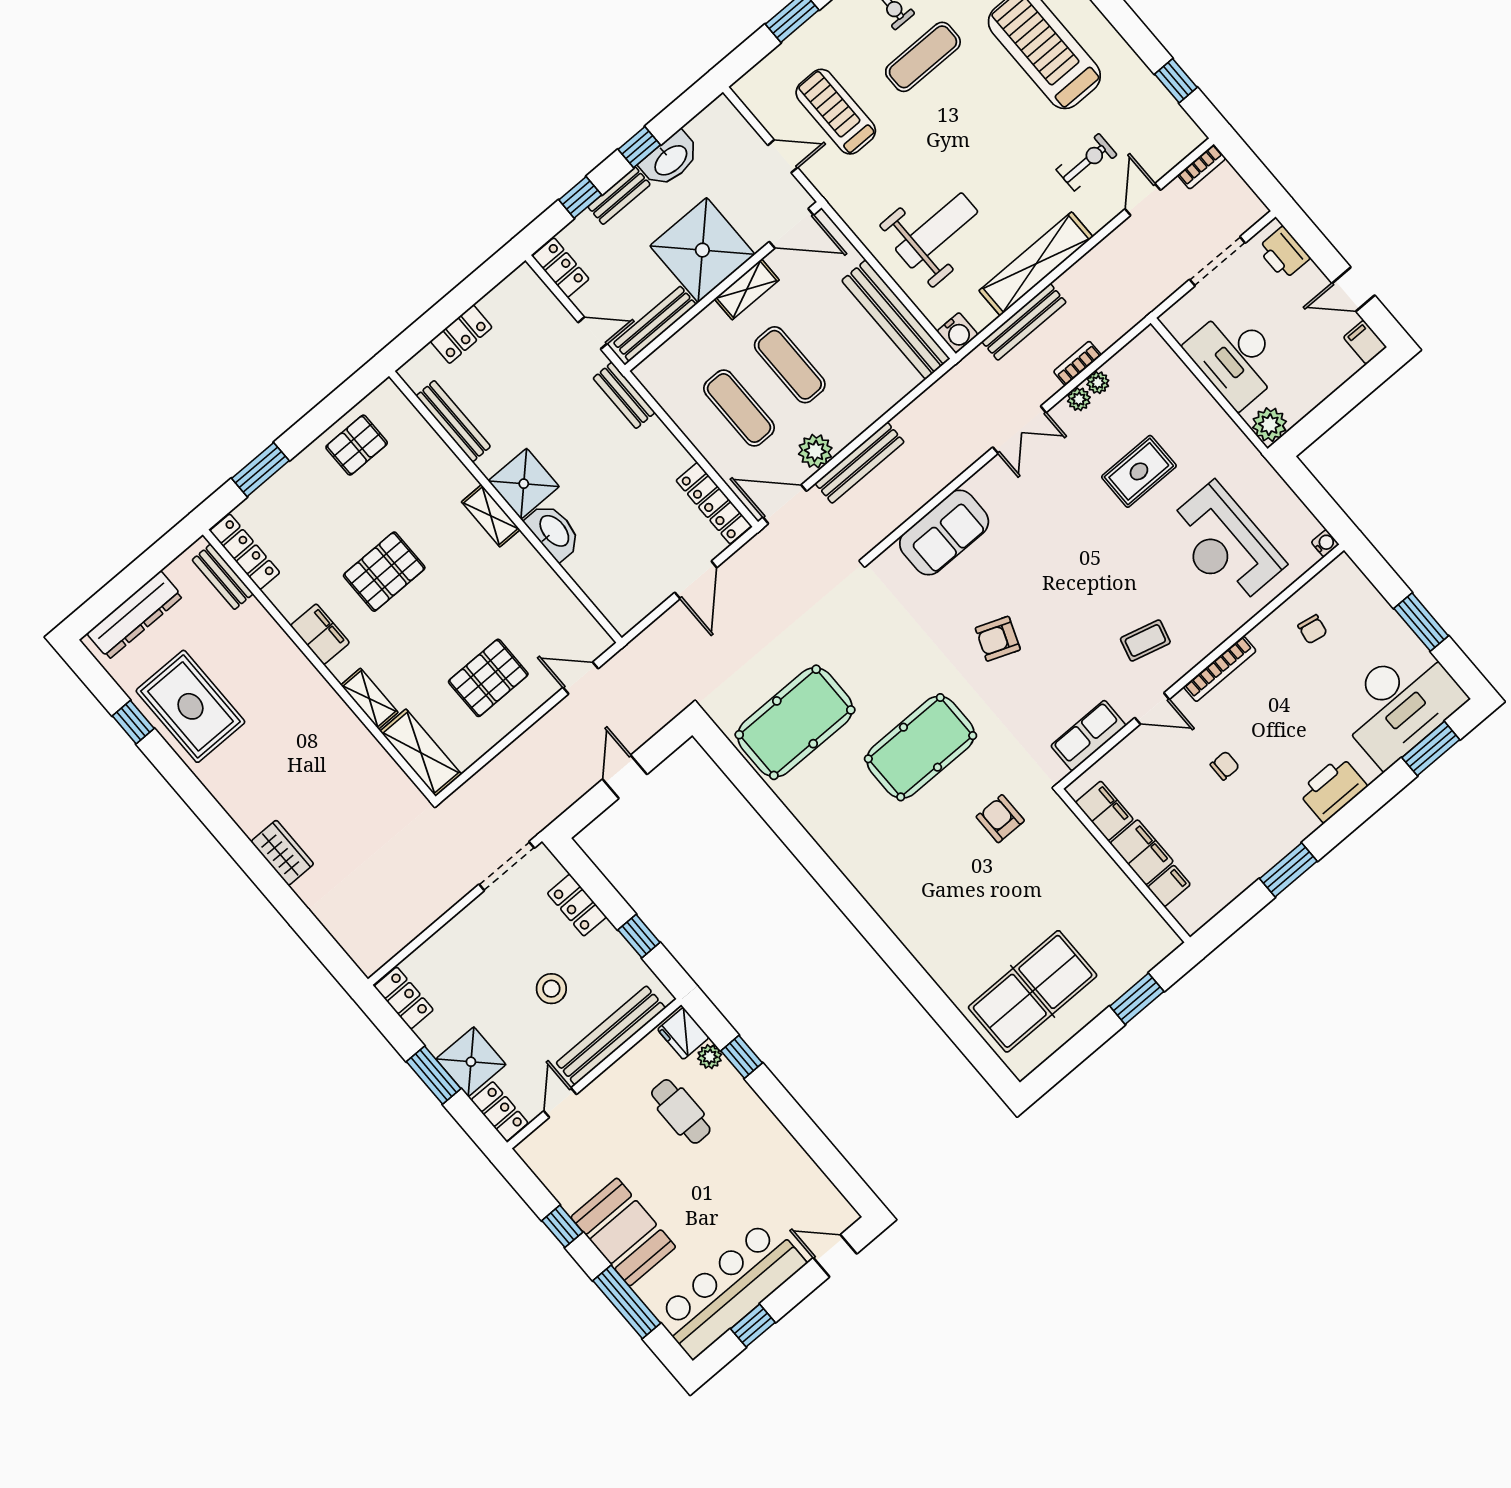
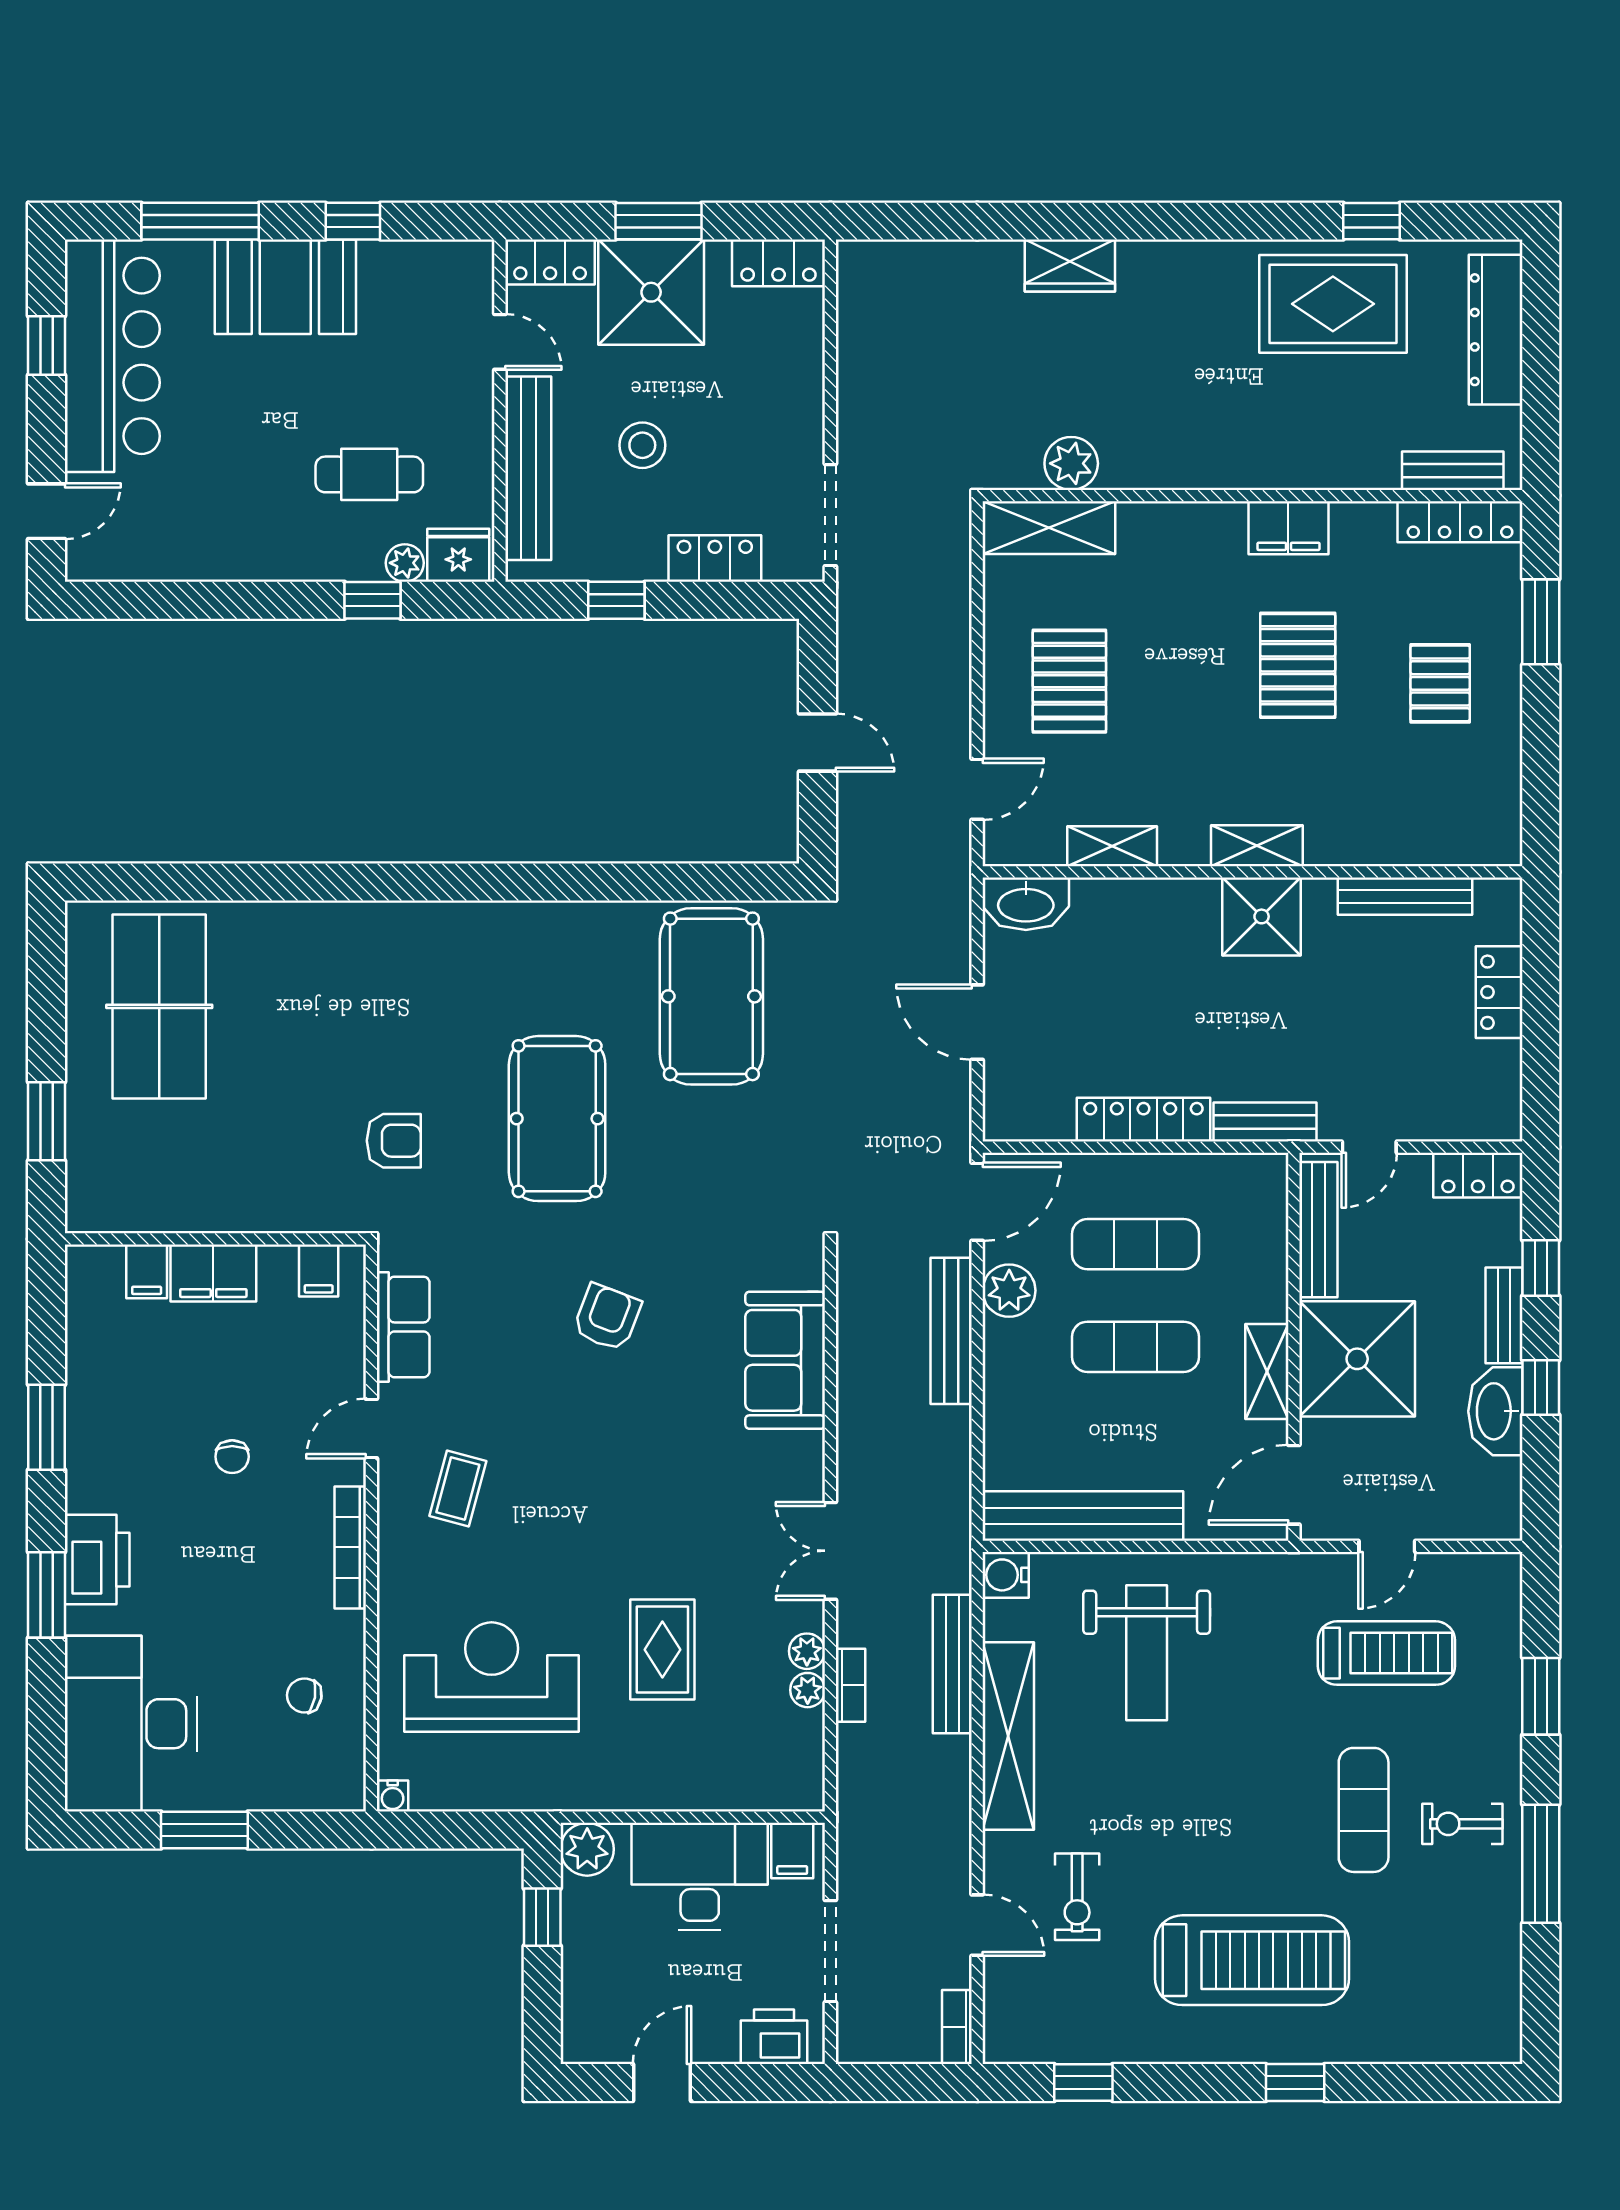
filing cabinet: (1365, 342) -> (792, 1851), moved, turned 90
window: (1322, 418) -> (542, 1917), added
pallet: (357, 445) -> (1440, 683), moved
locker: (714, 503) -> (1143, 1120), moved
washbasin: (554, 532) -> (1026, 904), moved
shelving: (369, 699) -> (1112, 846), moved
window: (1431, 749) -> (47, 1595), moved
plant: (380, 769) -> (1071, 463), added
filing cabinet: (1104, 811) -> (319, 1271), width x0.50
shower: (471, 1062) -> (651, 292), width x1.37, depth x1.37

